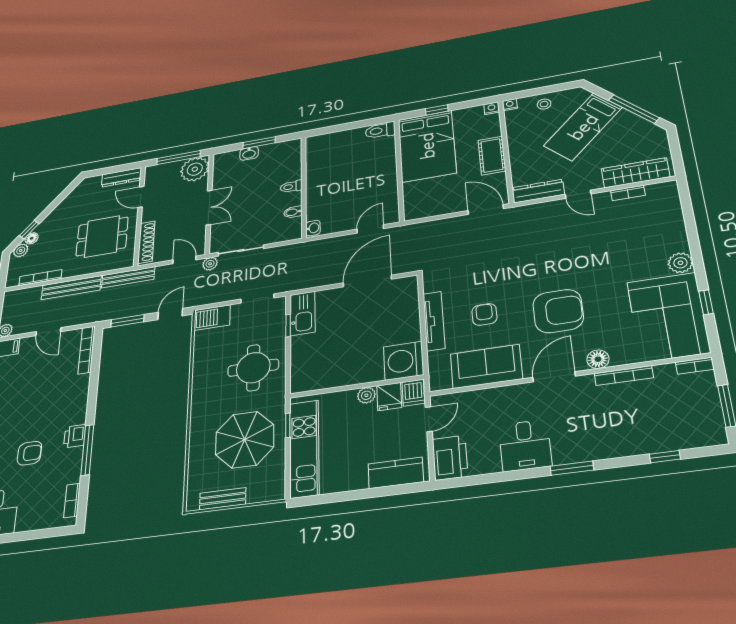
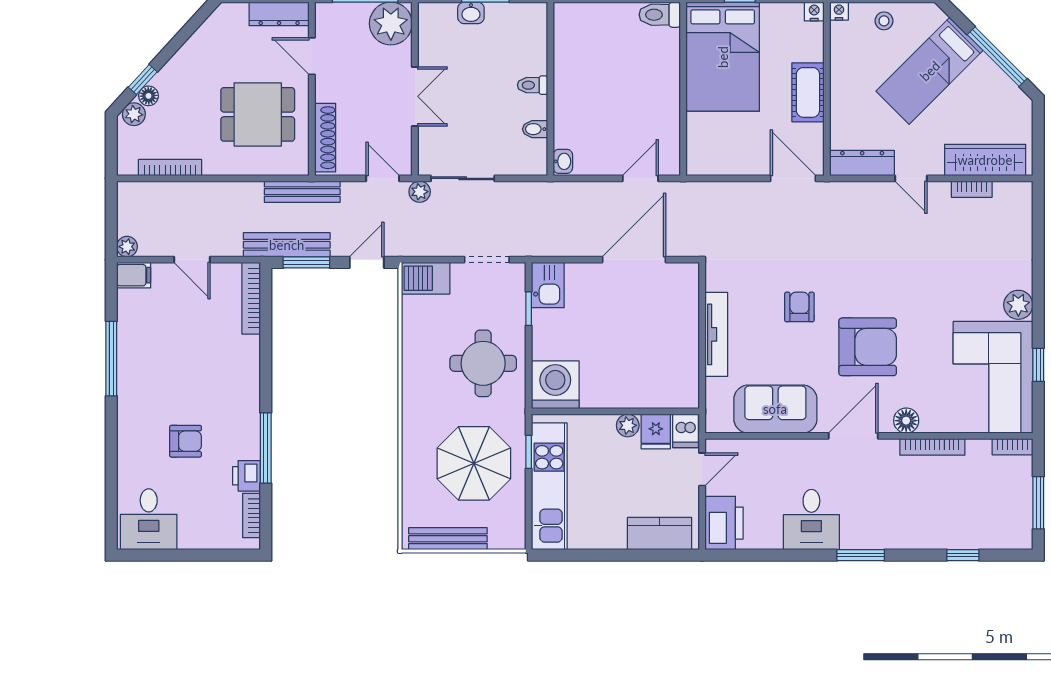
bench: (71, 288) -> (287, 245), moved
kitchen sink: (302, 313) -> (548, 285), width x0.73
armchair: (484, 314) -> (799, 307), moved
washing machine: (403, 361) -> (555, 385), moved, turned 90
printer: (75, 436) -> (246, 476), moved
bench: (223, 499) -> (448, 539), width x1.36

